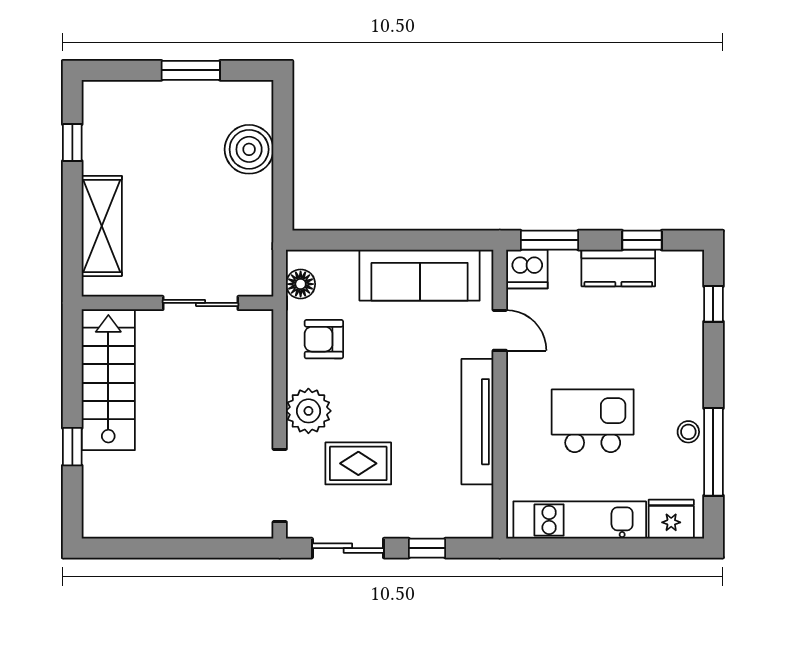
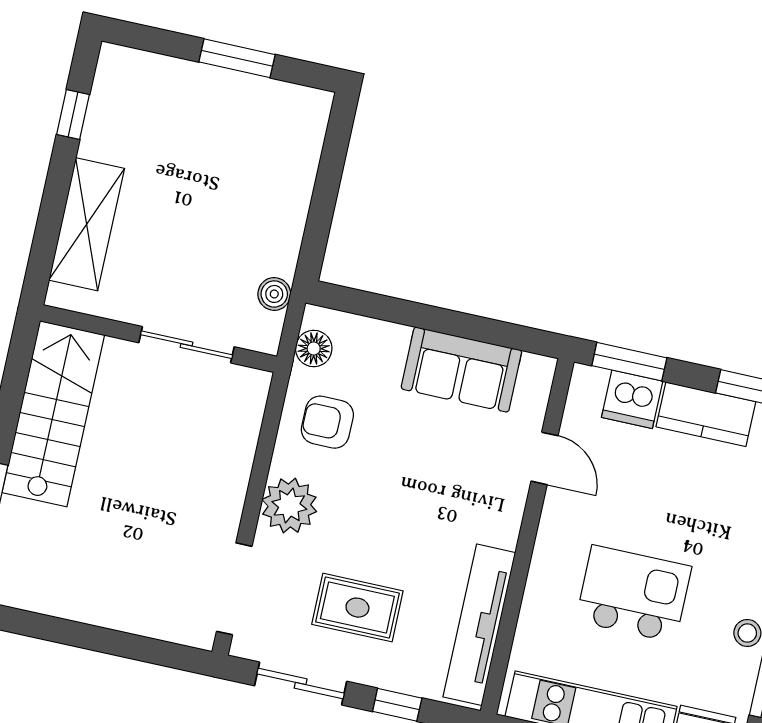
boiler: (249, 149) -> (274, 294), moved, width x0.54, depth x0.54
dishwasher: (527, 269) -> (632, 399), moved
sofa: (420, 275) -> (461, 370), width x0.73
tv unit: (477, 422) -> (479, 625), moved
rug: (358, 463) -> (357, 608), moved

